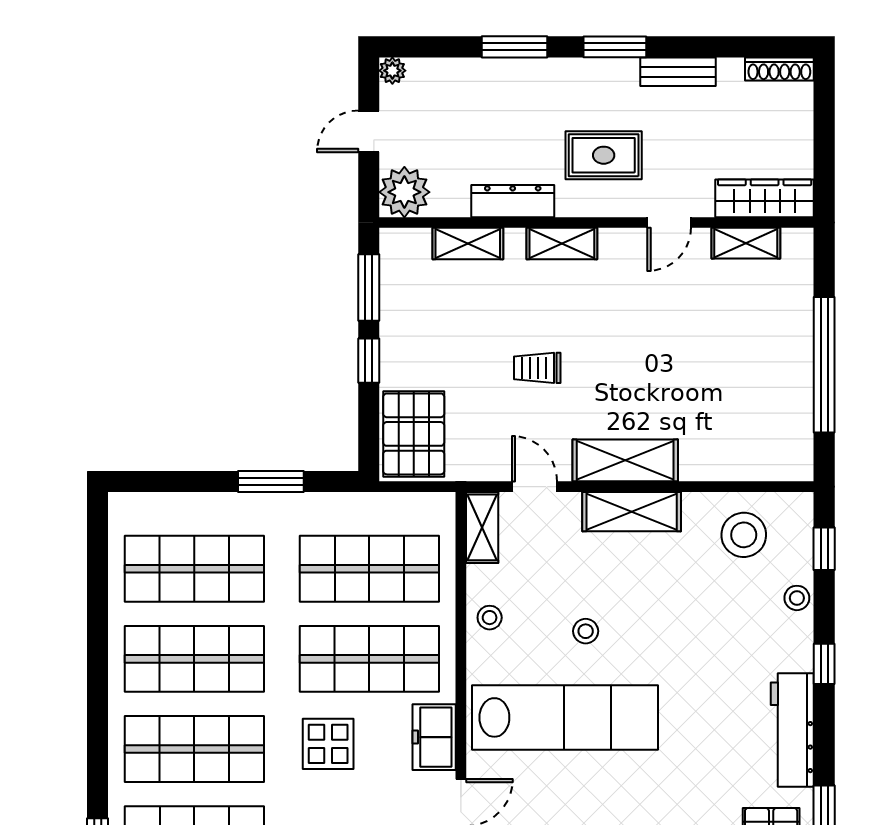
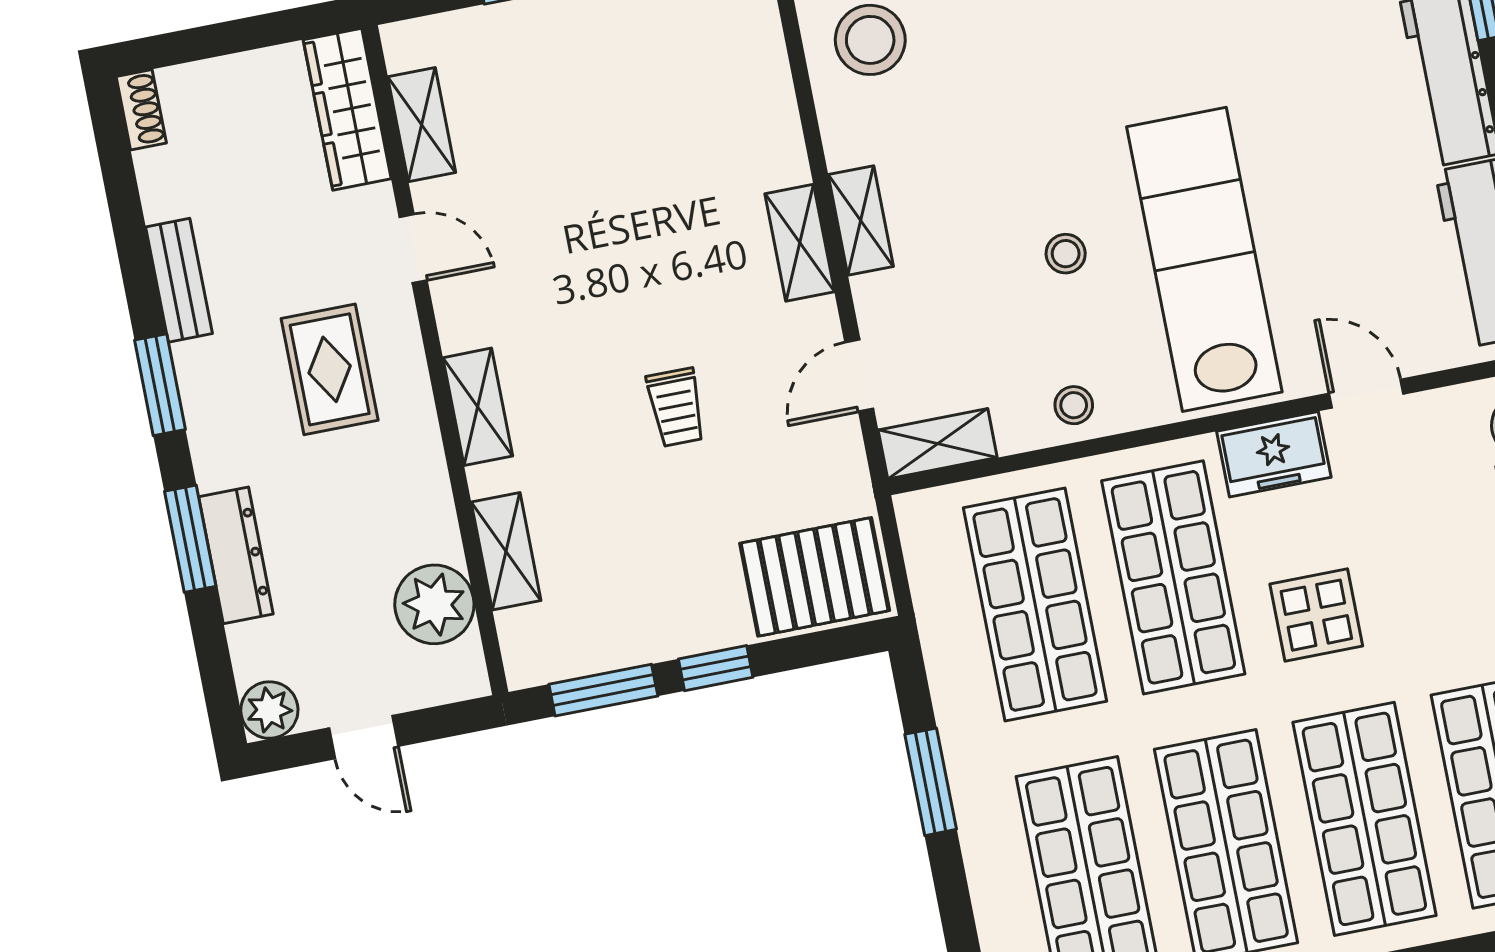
shoe rack: (779, 69) -> (141, 110), width x0.70
plant: (392, 71) -> (269, 710), width x1.38, depth x1.38
plant: (404, 192) -> (434, 604), moved
dresser: (513, 201) -> (236, 555), moved, turned 180
shelving: (625, 460) -> (800, 243), width x0.67, depth x0.75
shelving: (632, 512) -> (861, 220), width x0.67, depth x0.75

